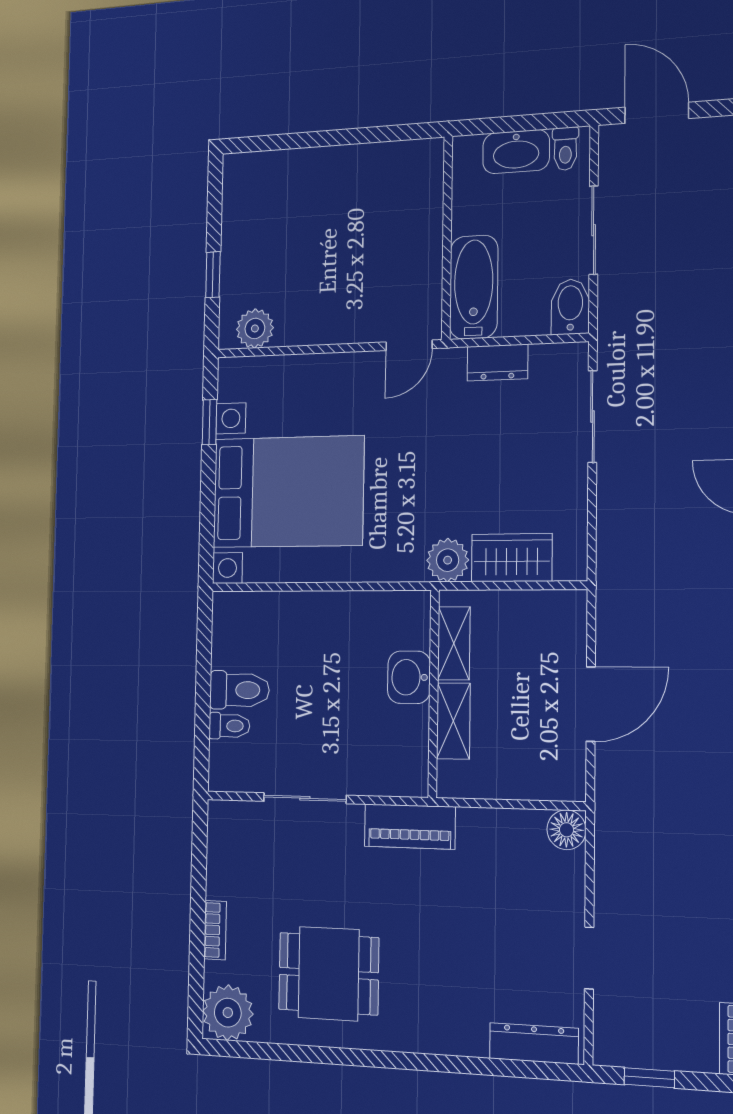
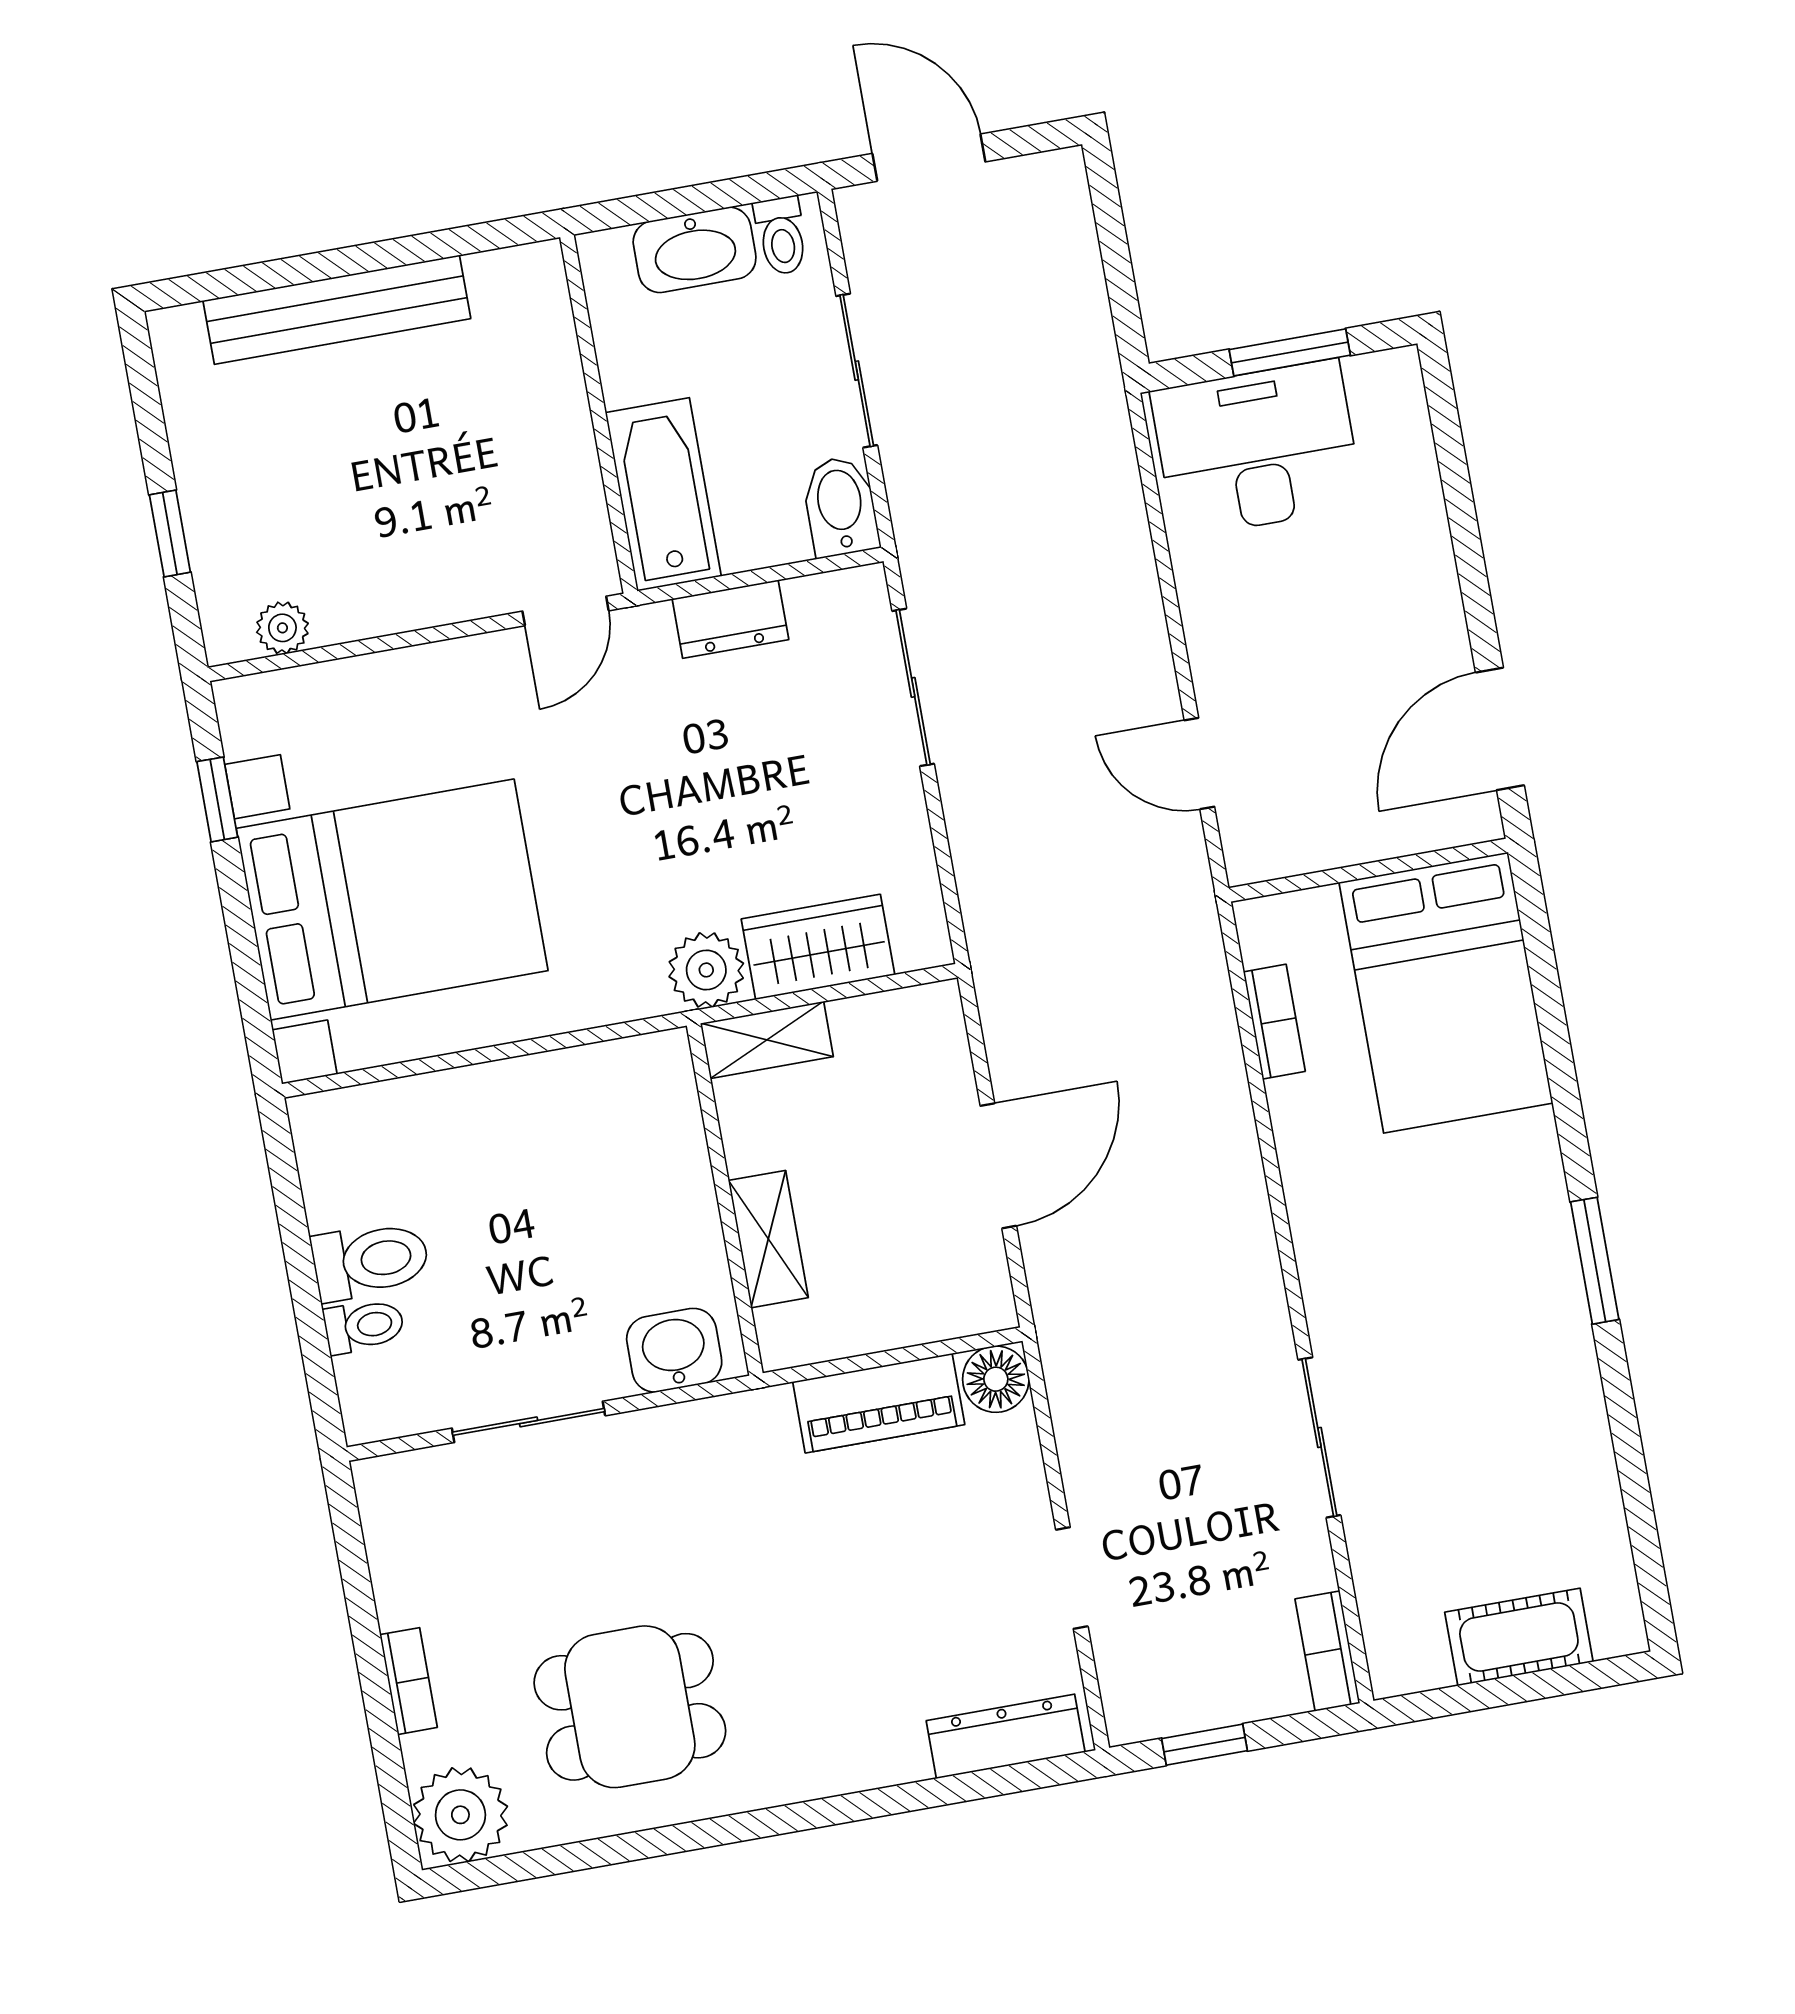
bench: (320, 164) -> (337, 310), added
plant: (255, 328) -> (282, 628), width x0.73, depth x0.73
shelving: (454, 643) -> (767, 1040), moved, turned 90
washbasin: (409, 677) -> (674, 1350), moved, turned 90
piano: (410, 827) -> (879, 1403), moved

